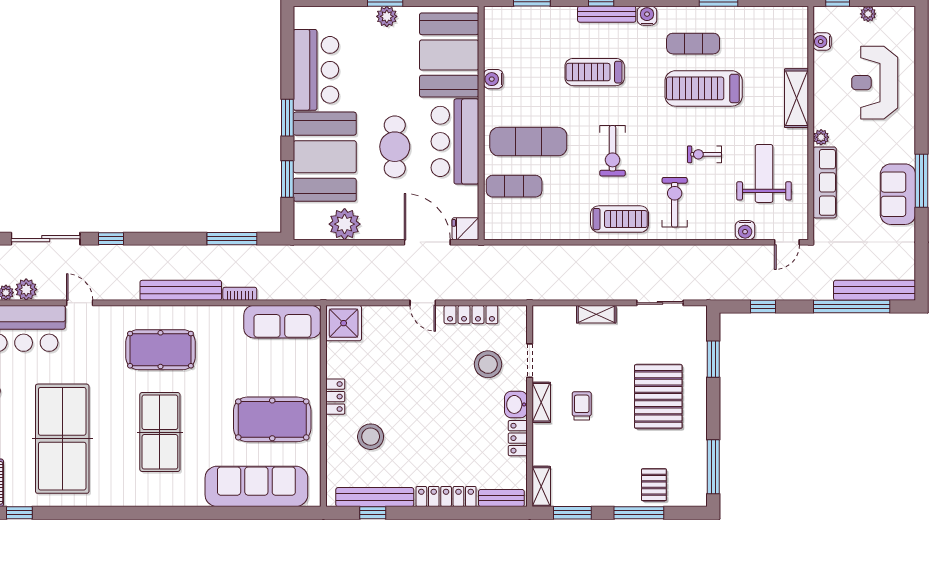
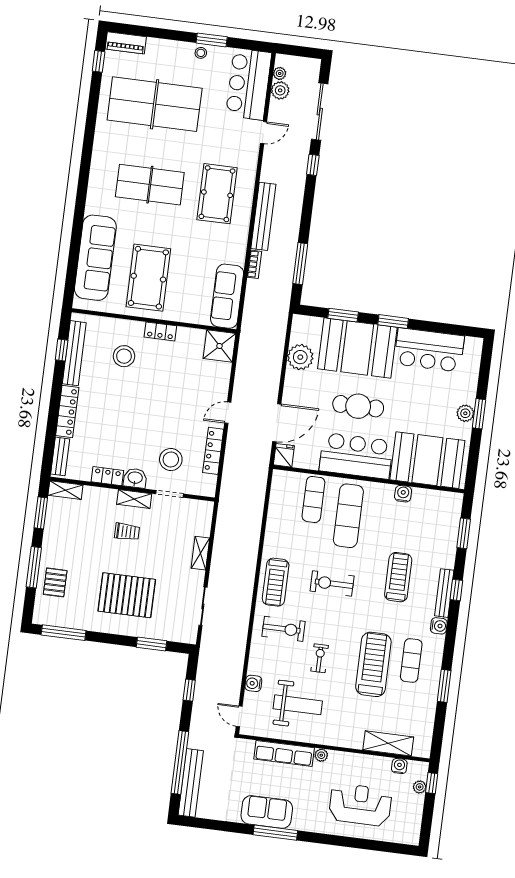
plant: (868, 14) -> (420, 787), moved
shelving: (797, 98) -> (388, 743), moved
pallet: (654, 485) -> (55, 582), turned 90

